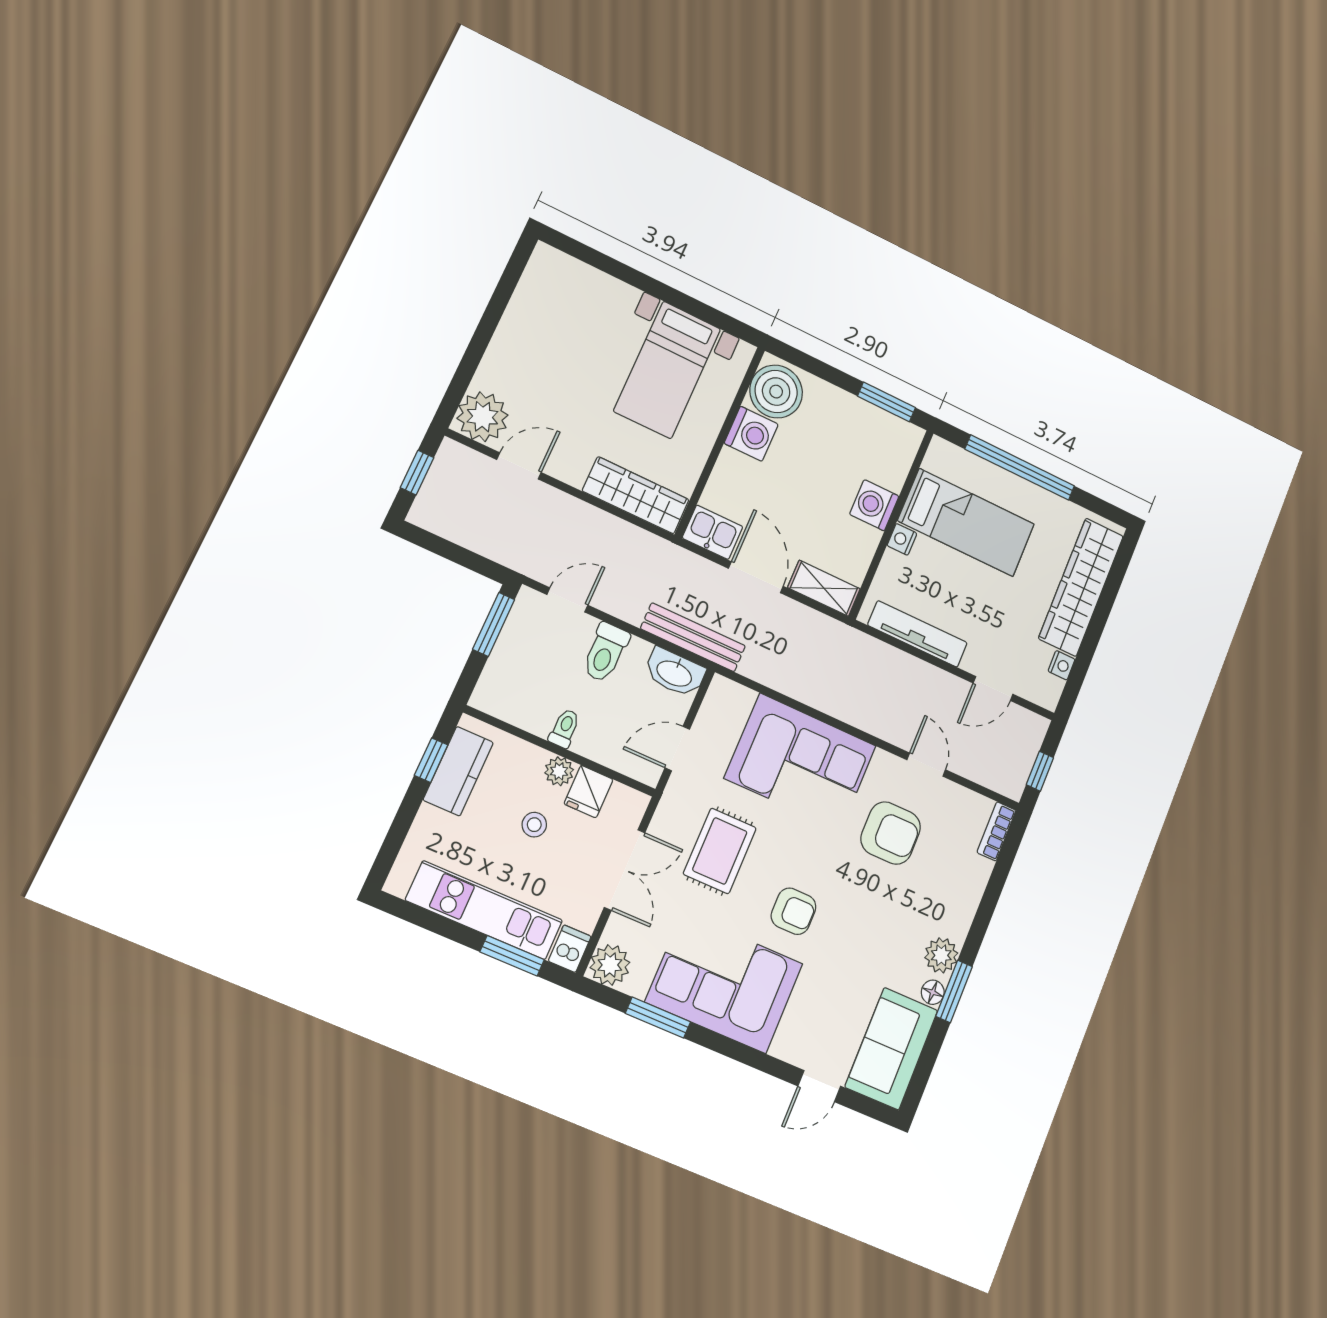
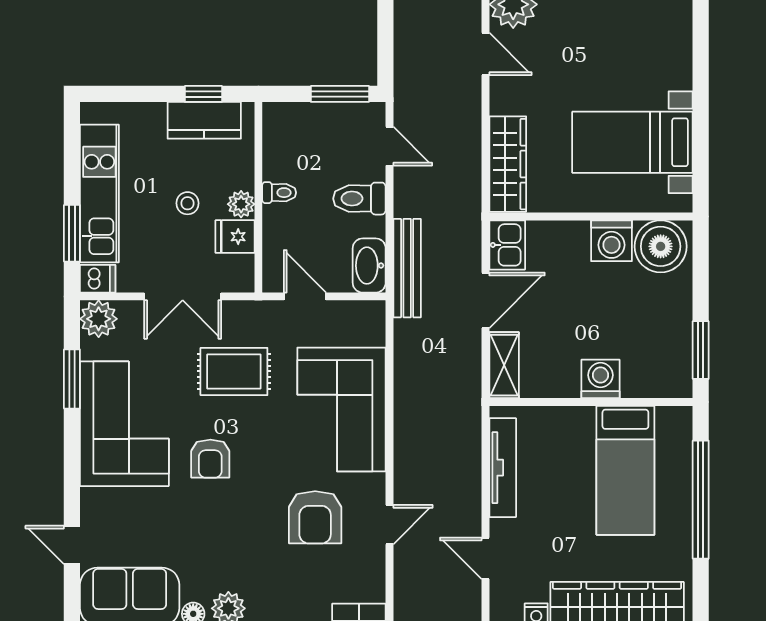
nightstand: (902, 539) -> (582, 417), removed

